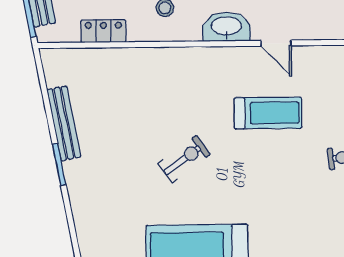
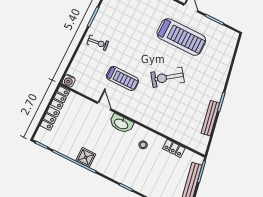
treadmill: (268, 113) -> (122, 79), turned 180
exercise bike: (184, 159) -> (167, 77), width x1.38, depth x1.39

